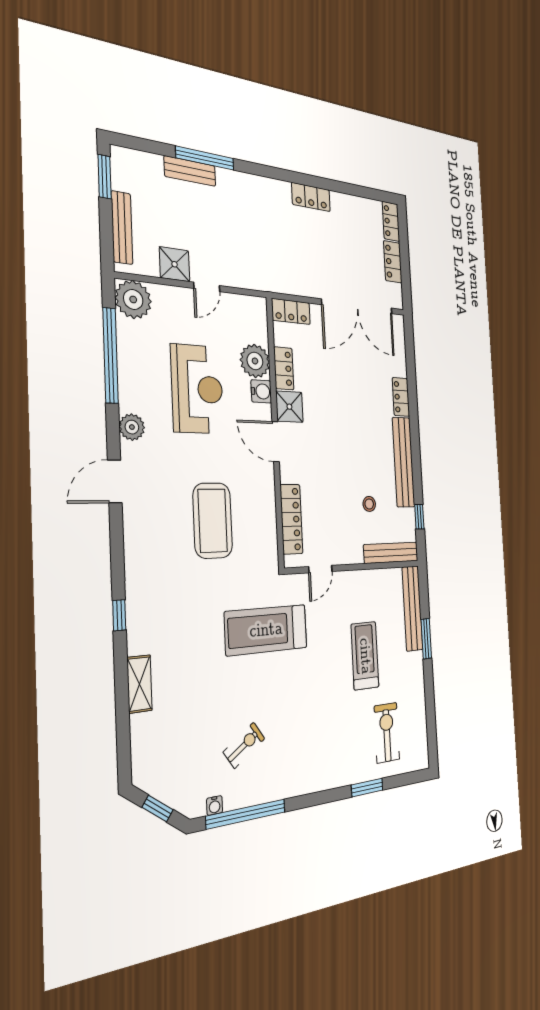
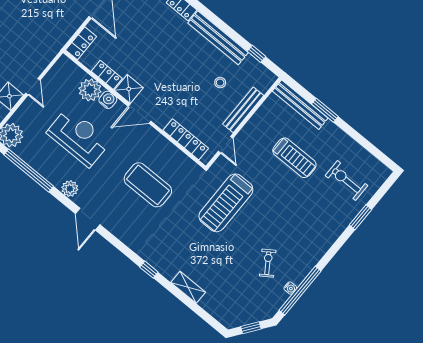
bench: (391, 553) -> (243, 110), moved
treadmill: (365, 656) -> (294, 158), turned 180
water cooler: (215, 805) -> (290, 288), moved

